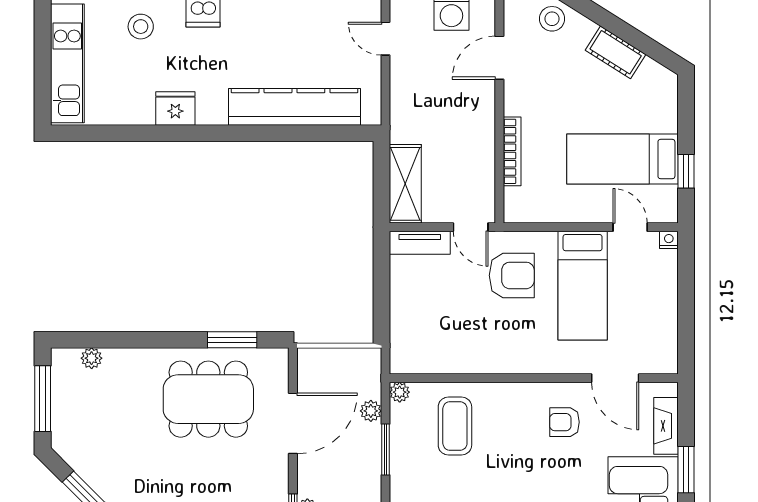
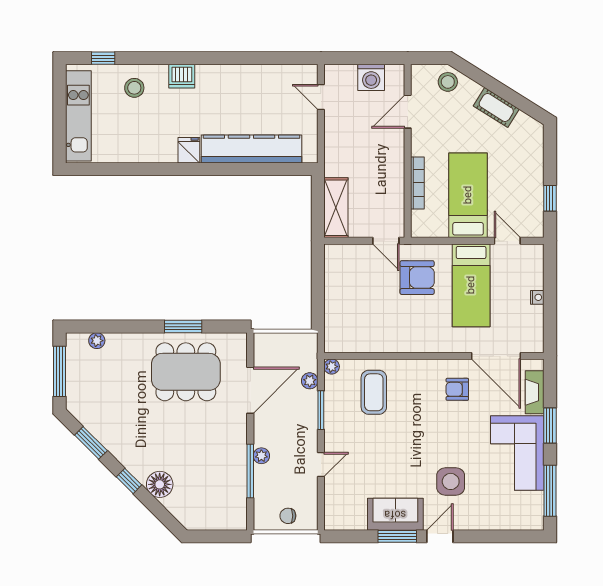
fridge: (175, 108) -> (189, 150), moved, width x0.72
bed: (622, 159) -> (468, 195), moved, turned 90
nightstand: (669, 240) -> (537, 297), moved, turned 90
tv unit: (420, 243) -> (347, 253), removed
window: (232, 340) -> (183, 327), moved
door: (615, 378) -> (496, 356), width x1.36

